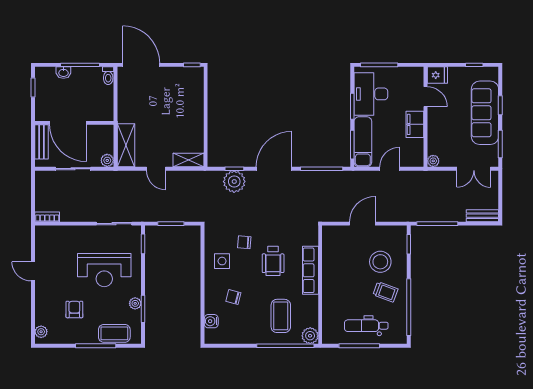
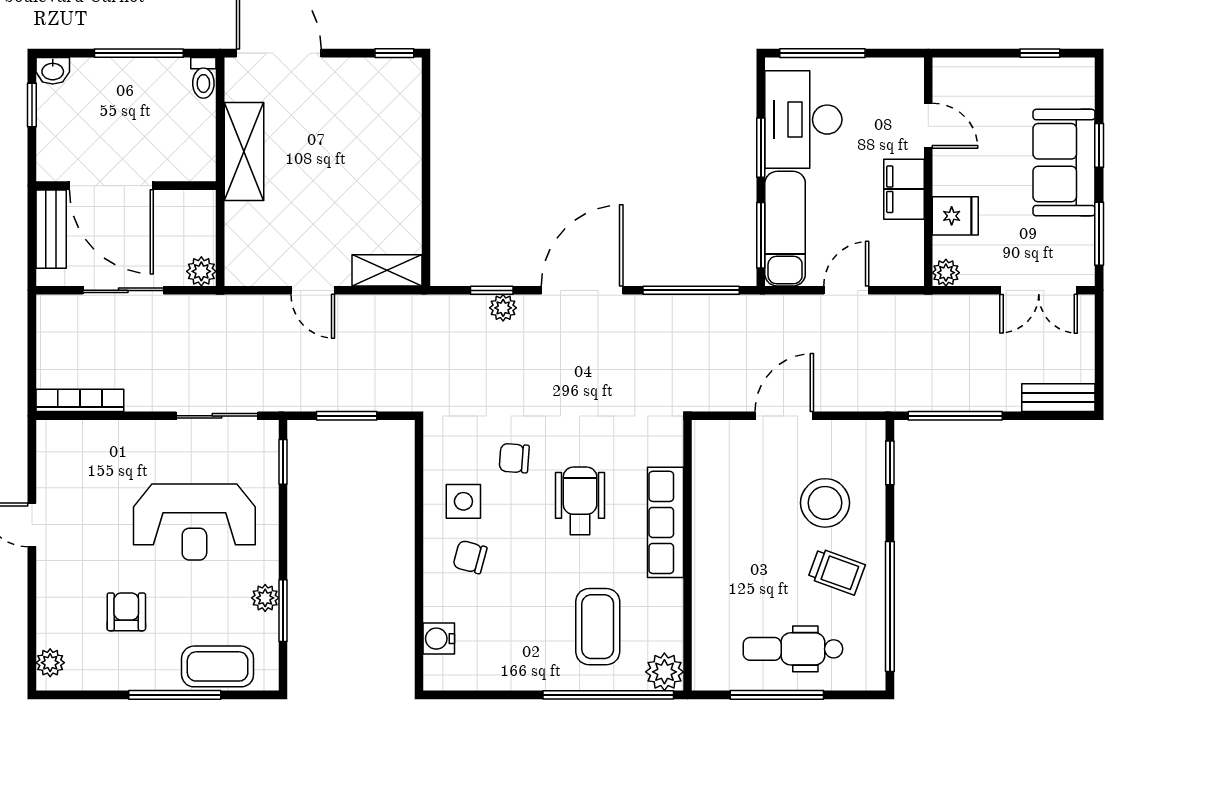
washbasin: (63, 73) -> (53, 71), moved
fridge: (437, 75) -> (955, 216), moved
sofa: (485, 113) -> (1064, 163), width x0.73
shelving: (126, 145) -> (244, 152), moved
plant: (234, 182) -> (503, 308), width x0.53, depth x0.53
bookcase: (47, 217) -> (80, 400), width x1.56
wheelchair: (273, 261) -> (580, 501), turned 180
chair: (233, 297) -> (470, 557), moved

